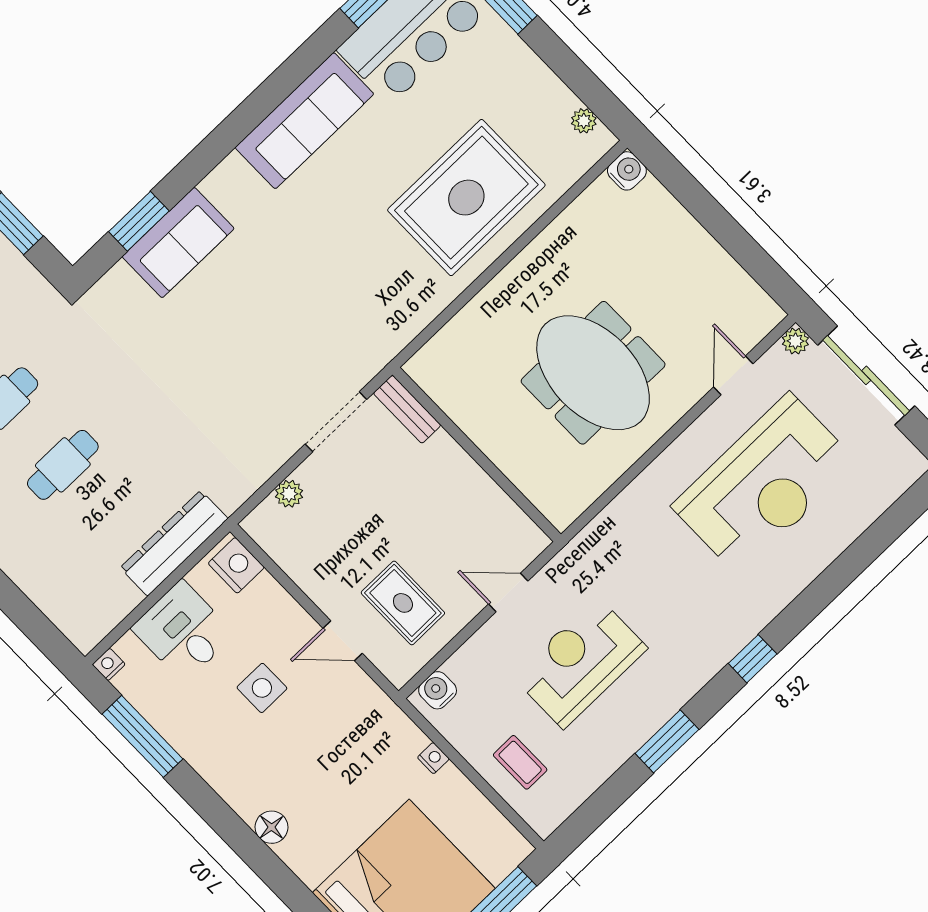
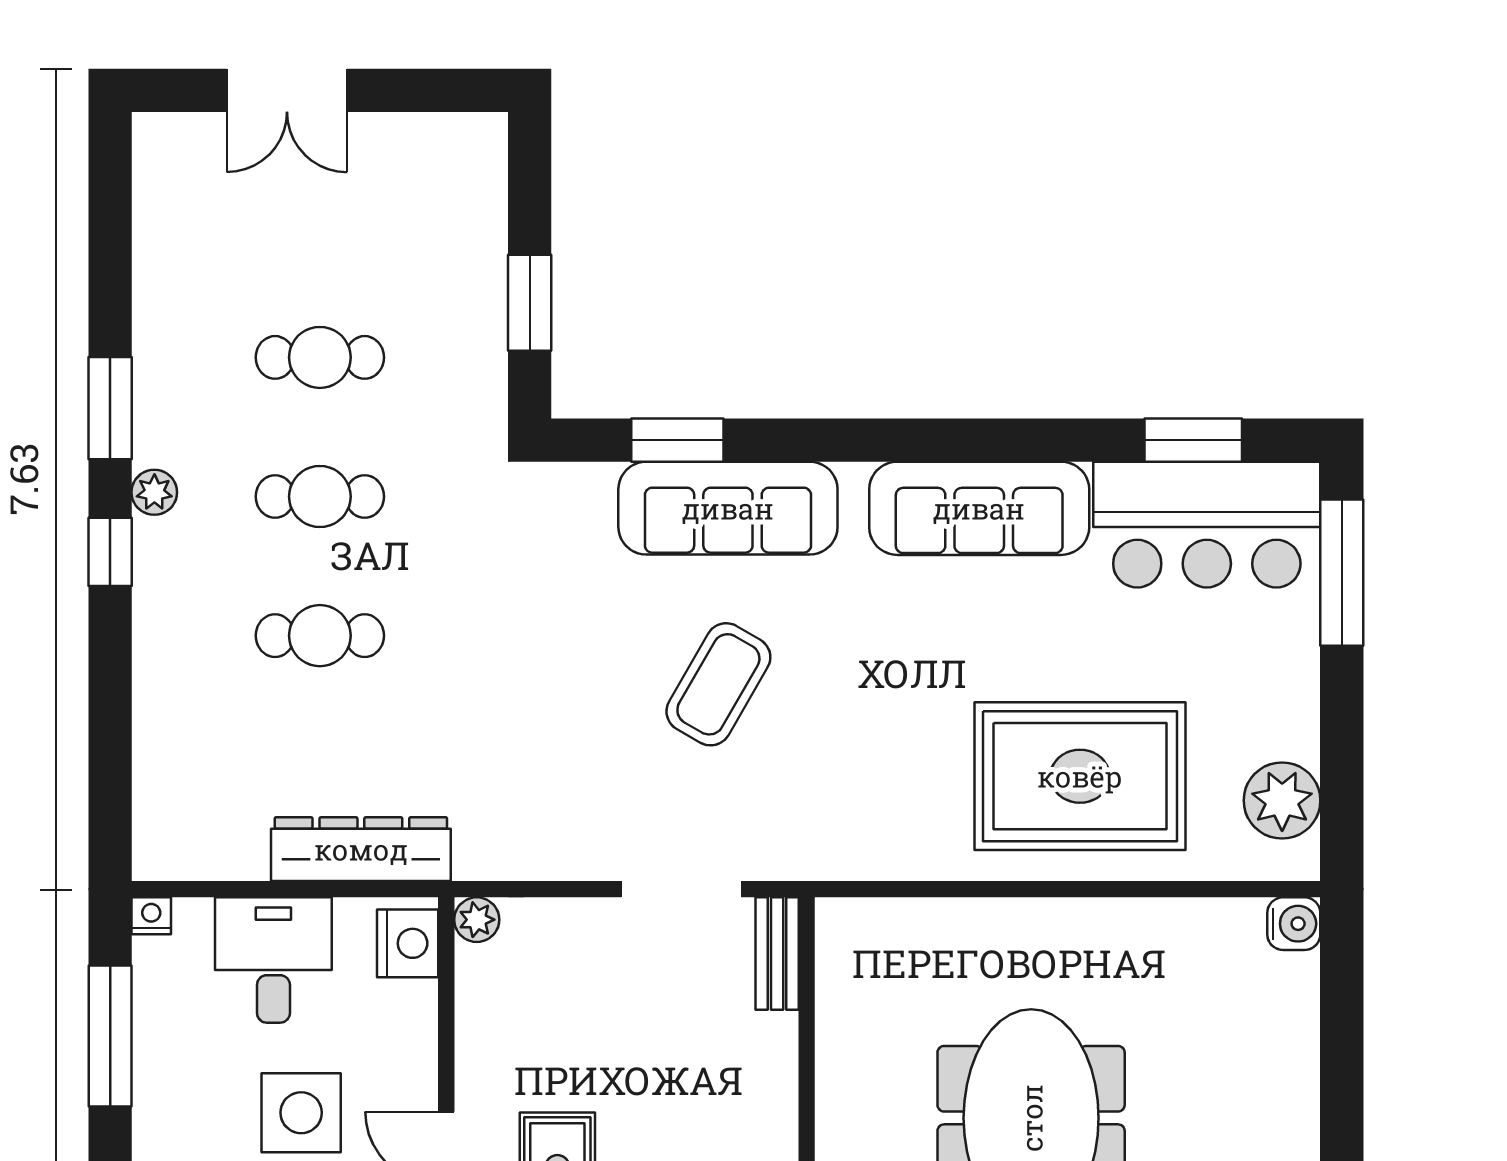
plant: (584, 121) -> (1282, 800), width x1.87, depth x1.87
sofa: (178, 243) -> (728, 508), width x1.36
coffee table: (264, 313) -> (718, 684), added
plant: (289, 494) -> (477, 920), moved
side table: (262, 688) -> (301, 1113), width x1.37, depth x1.37

